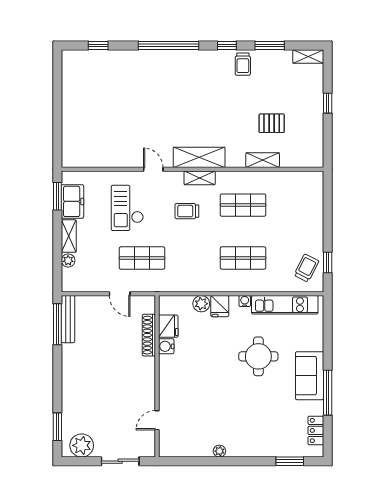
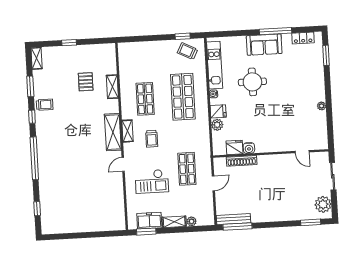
shop shelf: (243, 258) -> (183, 97), width x1.43, depth x1.36

